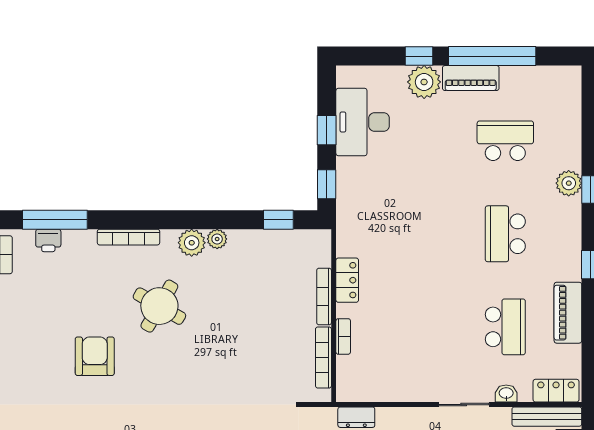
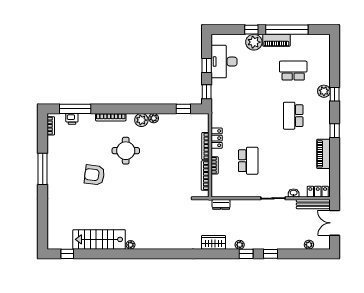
round table: (159, 306) -> (126, 151), turned -30
school desk: (505, 327) -> (248, 161), moved
armchair: (95, 356) -> (94, 175), turned -83

